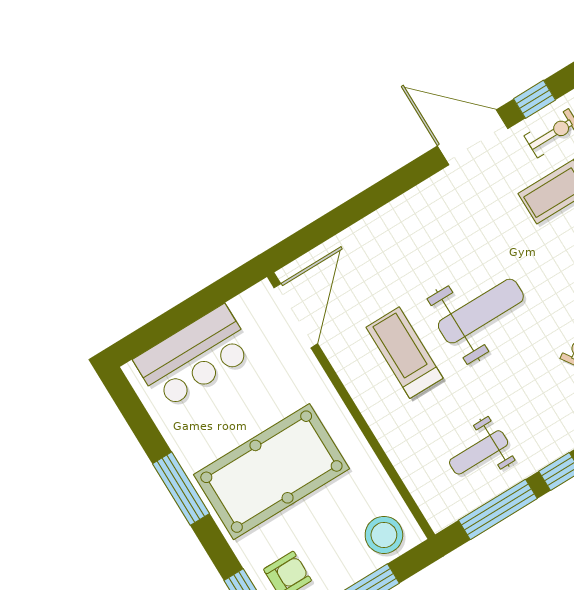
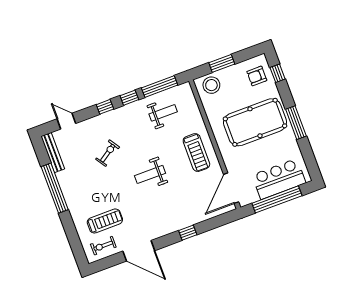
window: (535, 99) -> (188, 233), moved
window: (190, 311) -> (277, 199), added
weight bench: (481, 311) -> (150, 174), width x0.73, depth x0.75
treadmill: (405, 353) -> (196, 153), moved

